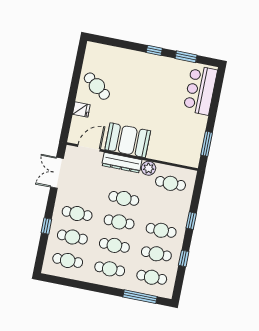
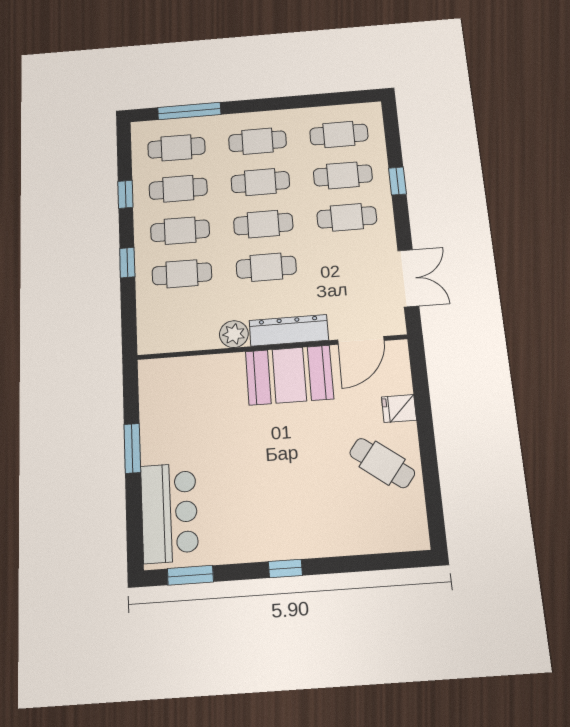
window: (186, 57) -> (190, 575), moved
window: (207, 144) -> (132, 448), moved
cafe table: (170, 183) -> (182, 274), moved

